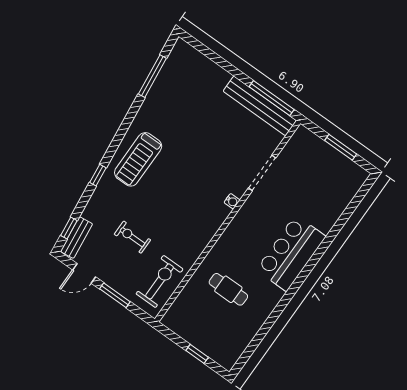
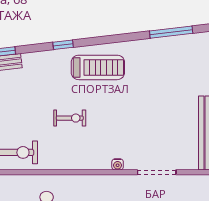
treadmill: (138, 159) -> (98, 67), turned 180
exercise bike: (132, 237) -> (70, 118), moved, turned 90

